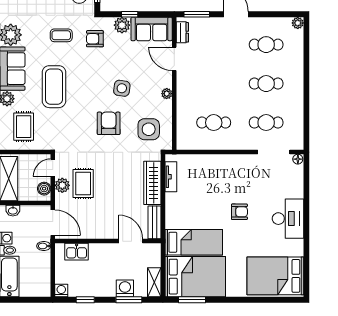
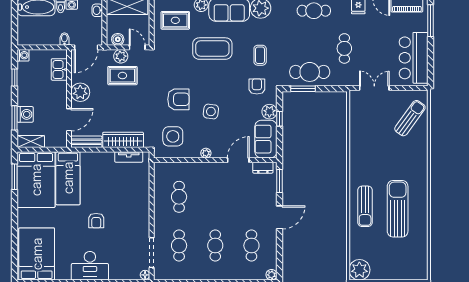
plant: (101, 229) -> (80, 92), added

